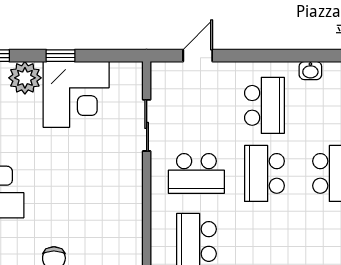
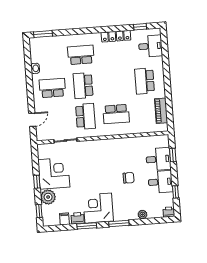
door: (198, 56) -> (32, 120), swing flipped
school desk: (264, 173) -> (83, 86), turned 90

